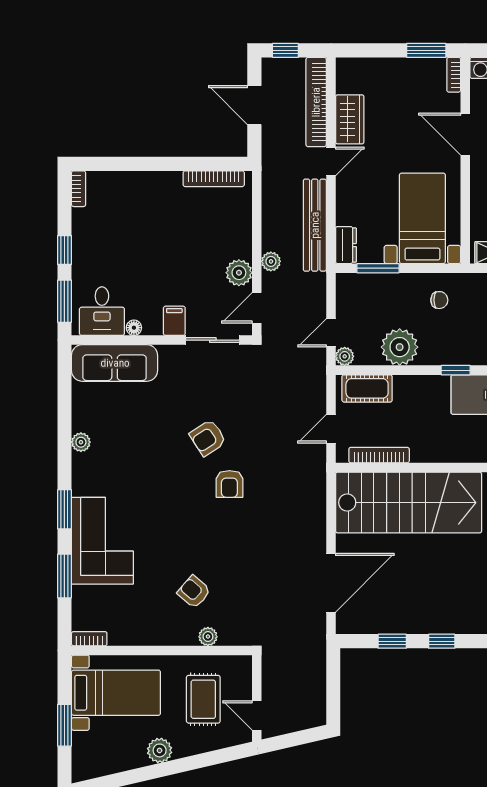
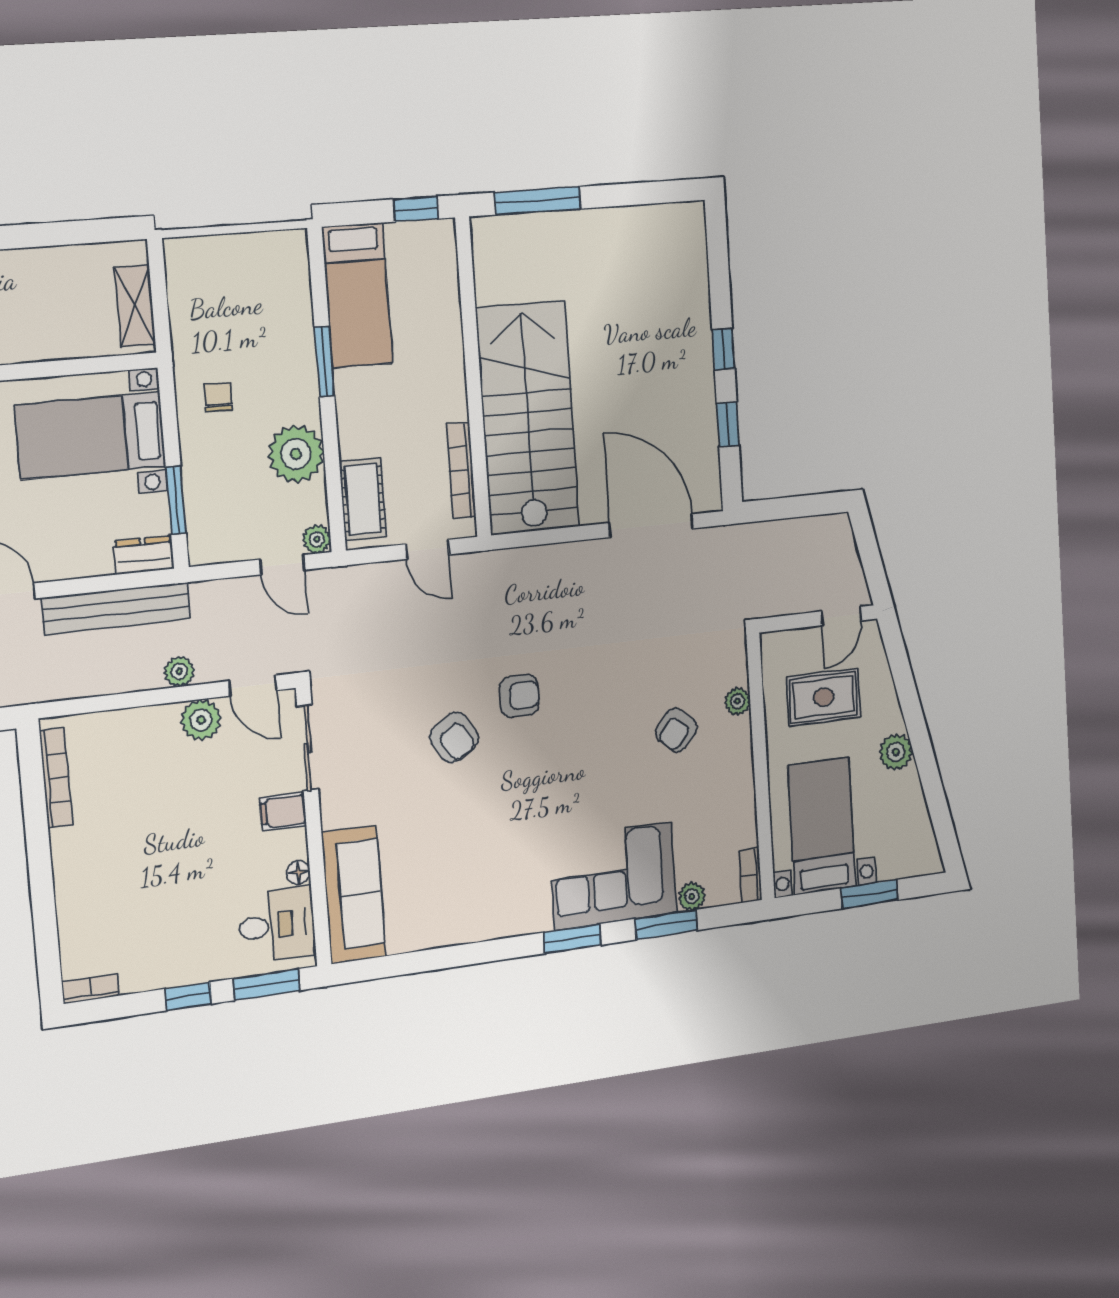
window: (456, 370) -> (324, 362), width x1.50
plant: (81, 442) -> (692, 896), moved

